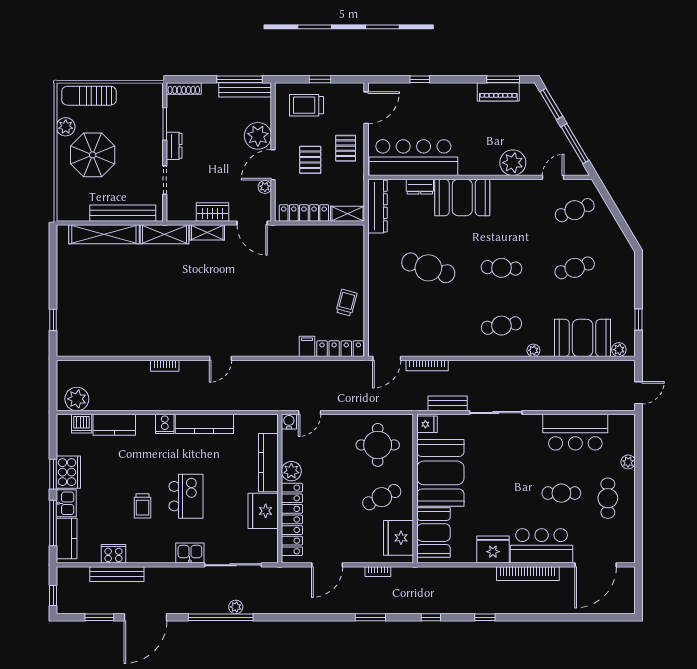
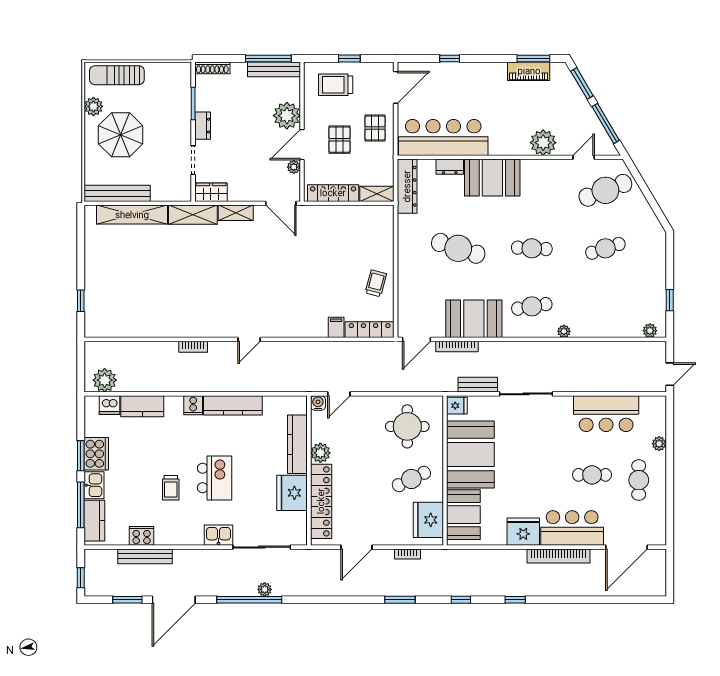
cafe table: (575, 210) -> (605, 190), width x1.37, depth x1.35
wardrobe: (213, 212) -> (211, 192), moved
bench: (123, 213) -> (117, 193), moved
booth: (583, 338) -> (474, 319), moved

